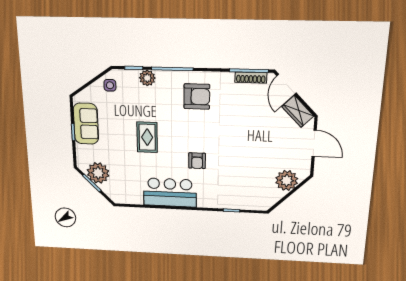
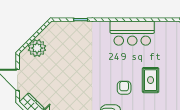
armchair: (197, 161) -> (124, 88), moved

